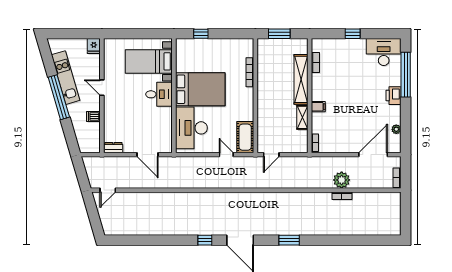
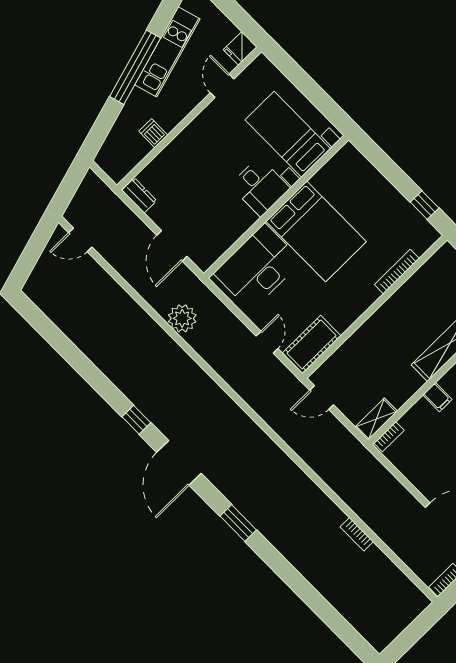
window: (201, 34) -> (425, 205), moved
door: (102, 88) -> (222, 86), moved
shelving: (302, 117) -> (376, 419), moved
plant: (342, 180) -> (182, 318), moved

